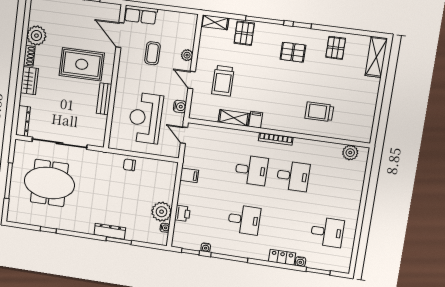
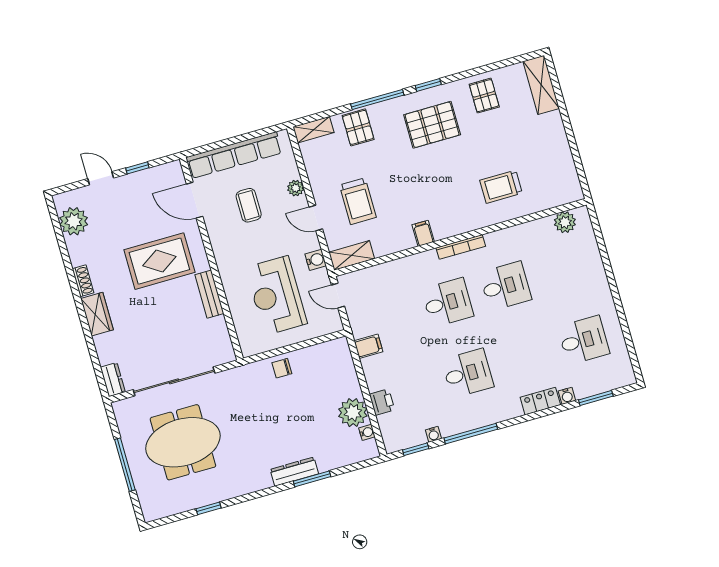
row of seats: (141, 15) -> (234, 155), width x2.02
plant: (36, 36) -> (74, 221), moved
pallet: (293, 52) -> (432, 125), width x1.50, depth x1.42
shelving: (234, 118) -> (352, 255), moved
dresser: (23, 121) -> (113, 380), width x0.70

